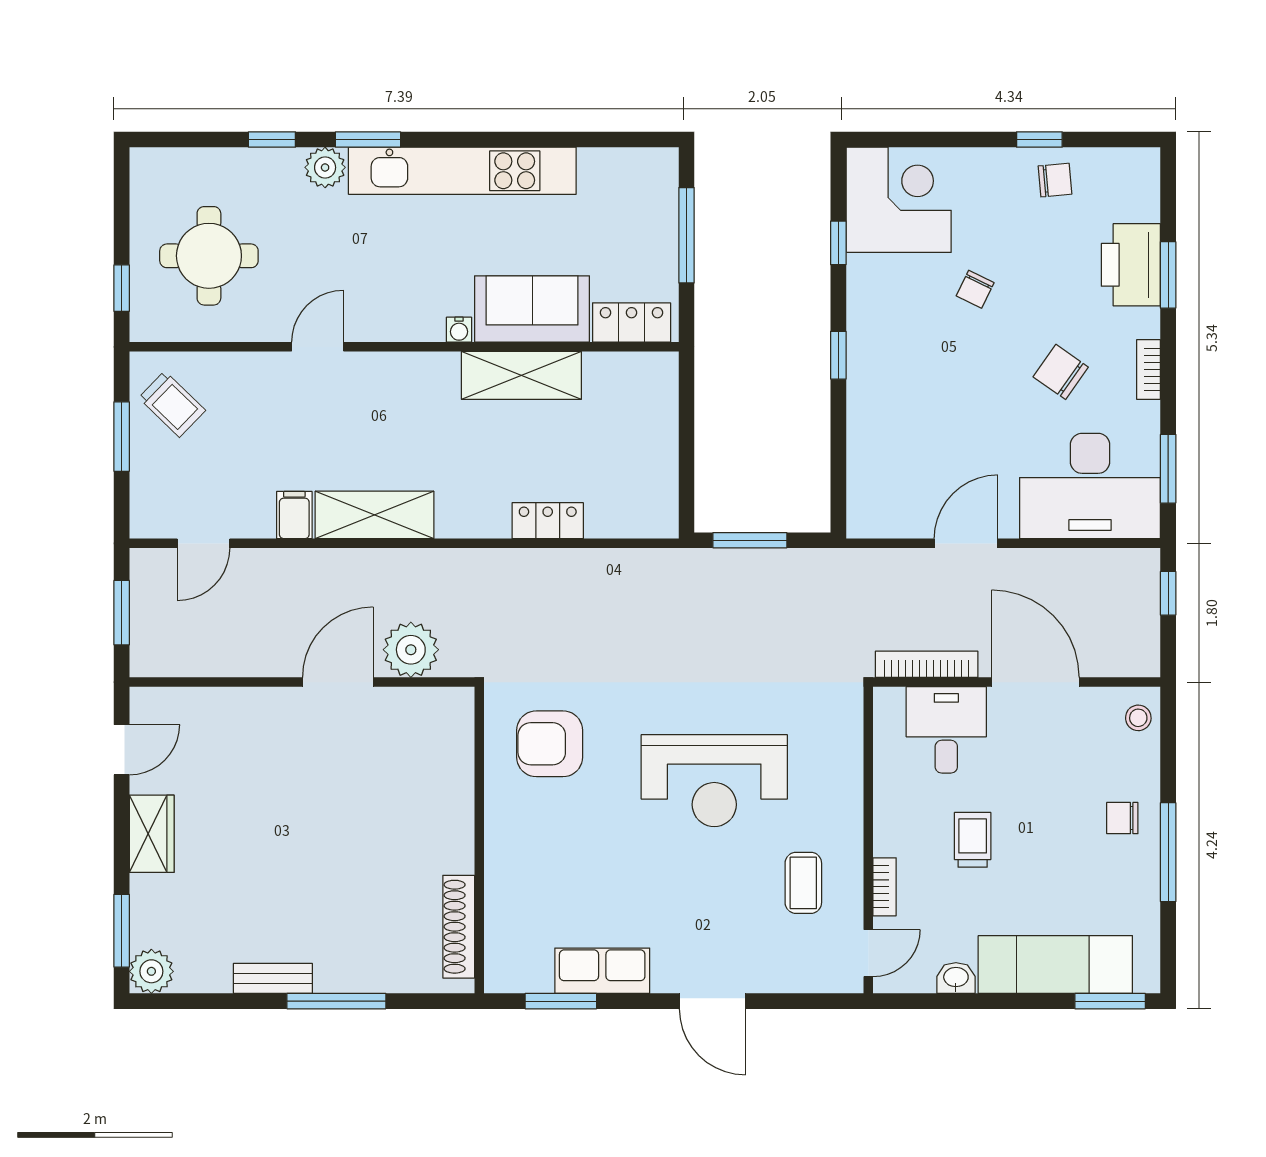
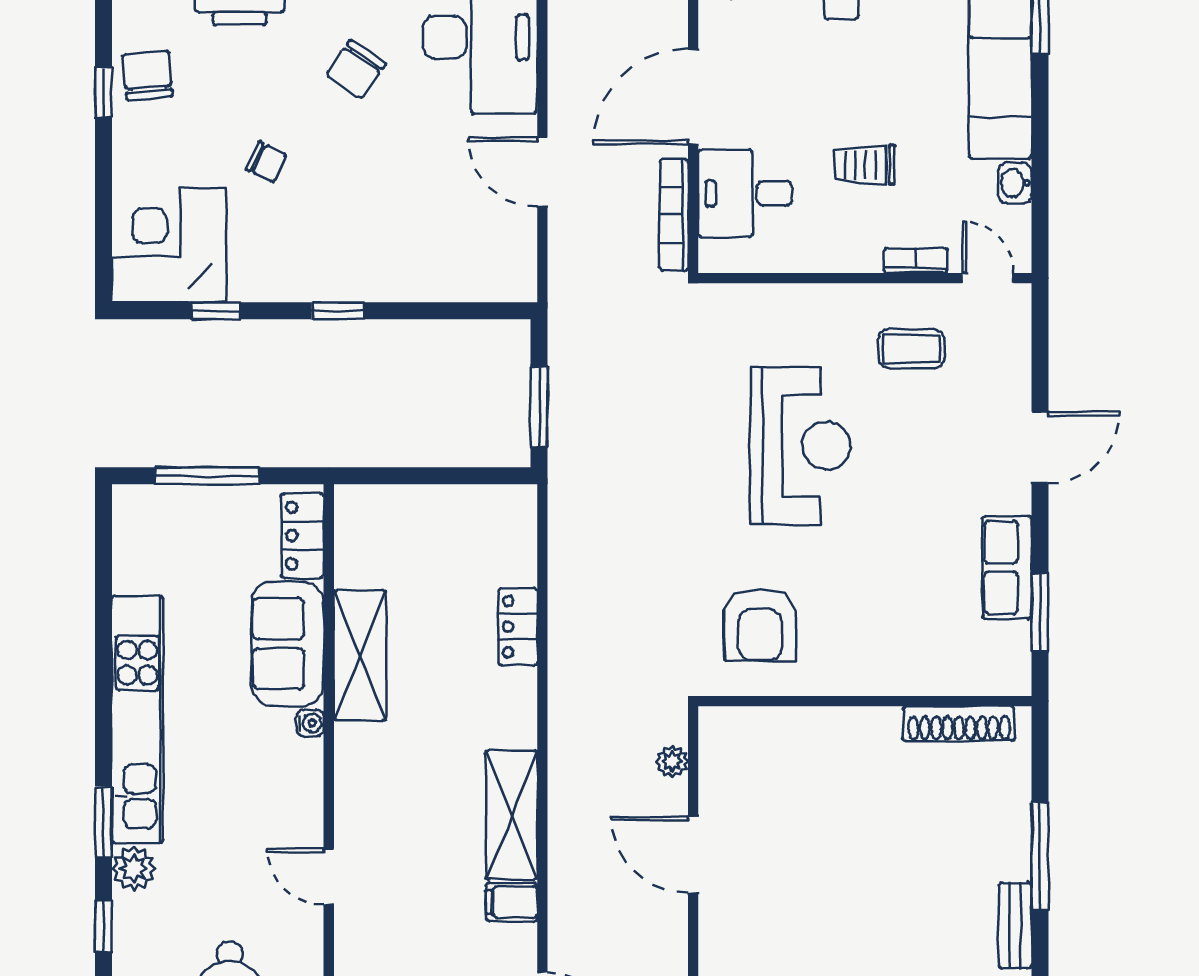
chair: (1055, 180) -> (148, 75), width x1.37, depth x1.37
plant: (411, 650) -> (672, 761), width x0.53, depth x0.53

